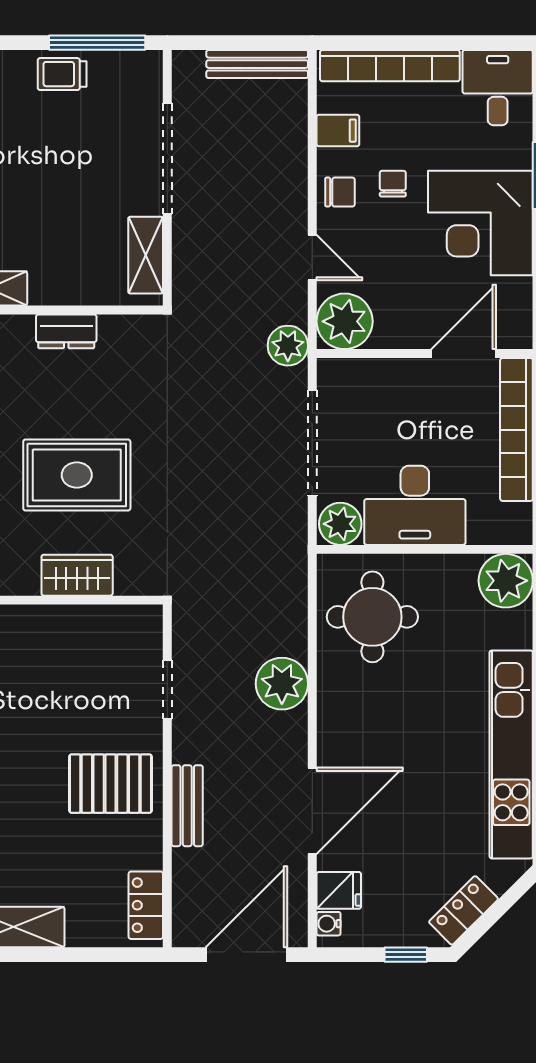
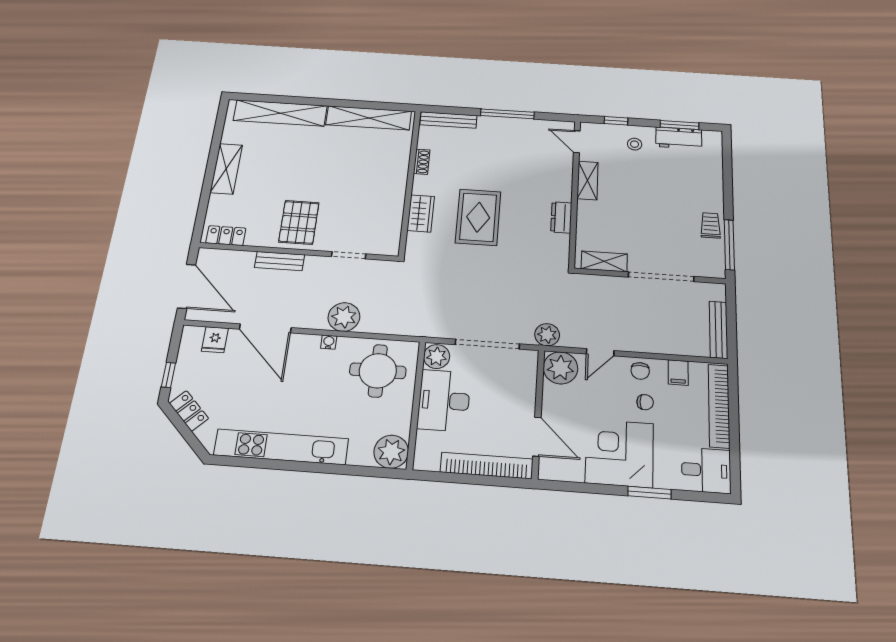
water cooler: (329, 924) -> (329, 342), moved

